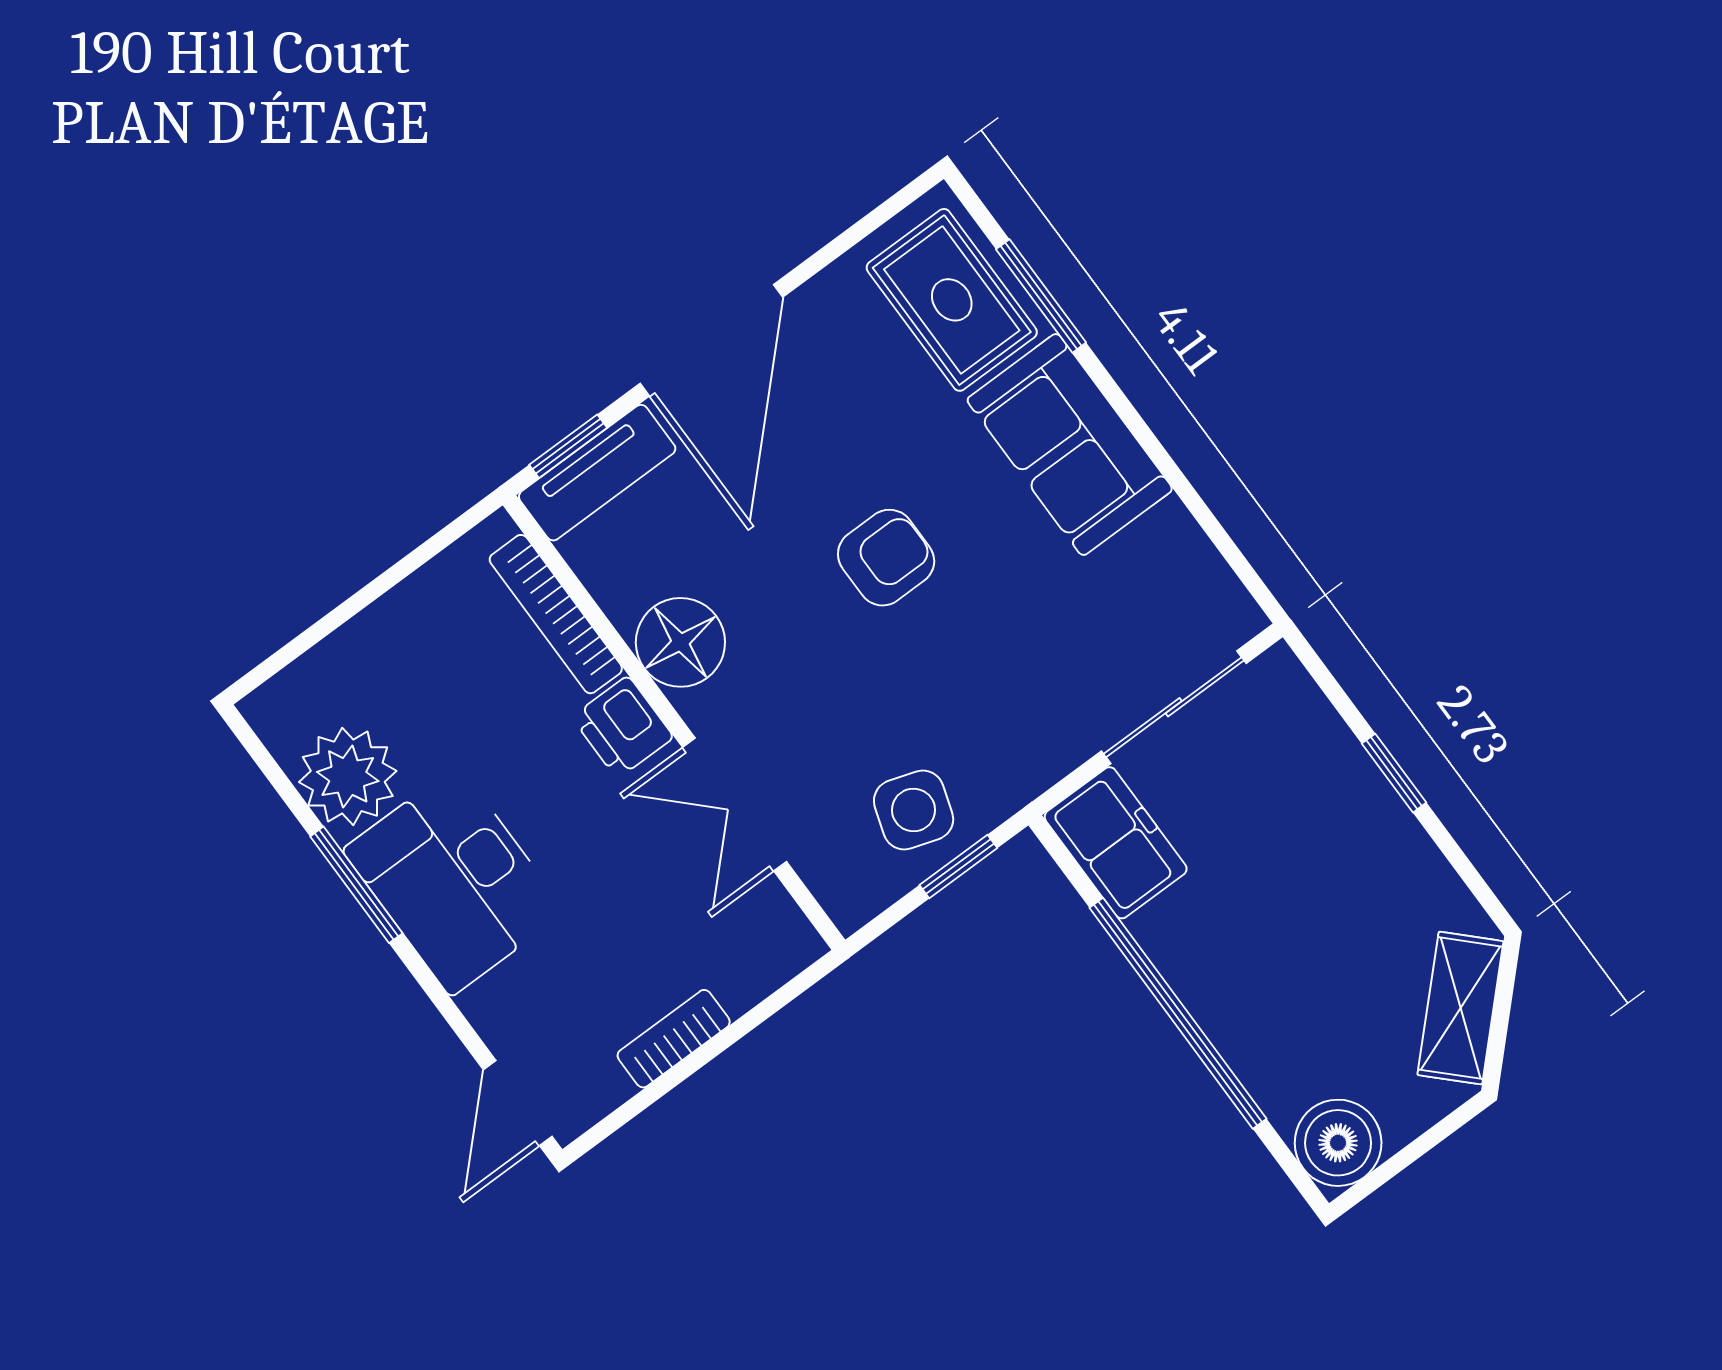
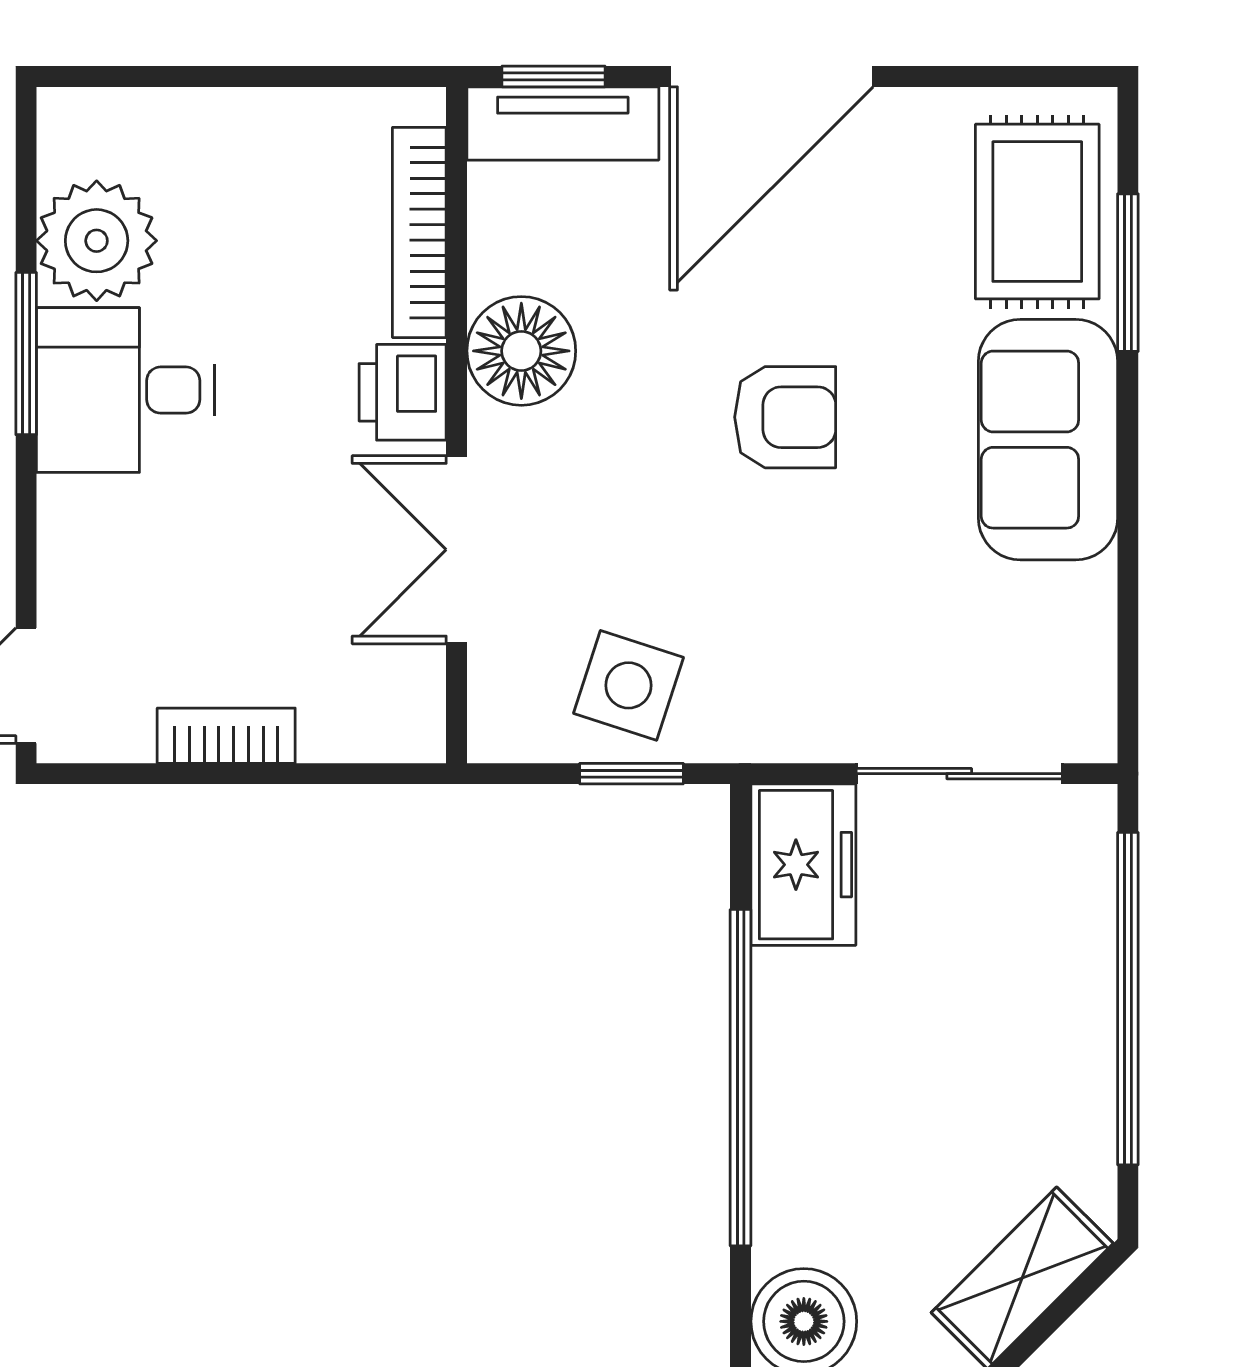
window: (1394, 773) -> (1128, 999), width x3.17
desk: (454, 881) -> (125, 390), width x0.73

